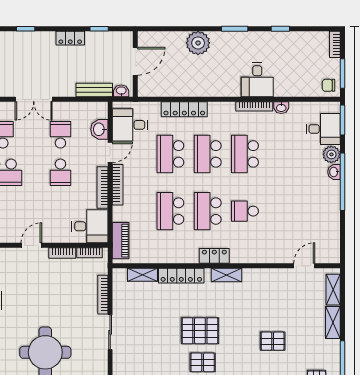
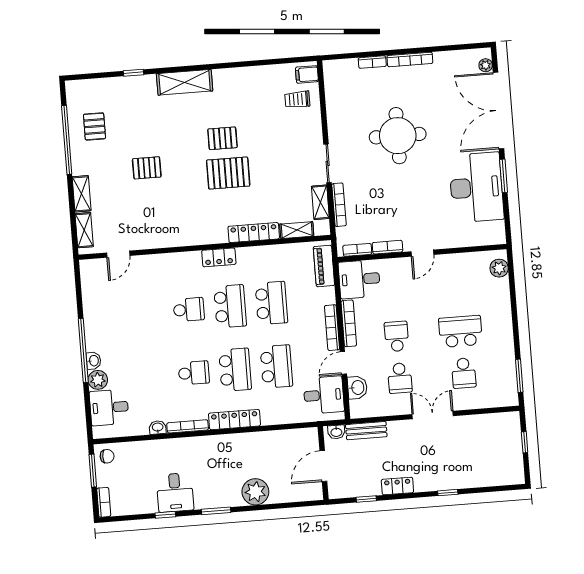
desk: (257, 80) -> (175, 492), moved, turned 180
locker: (184, 109) -> (234, 420), moved
window: (342, 120) -> (89, 419), removed
school desk: (245, 154) -> (194, 373), width x0.54
shelving: (227, 275) -> (320, 202), moved, turned 90

